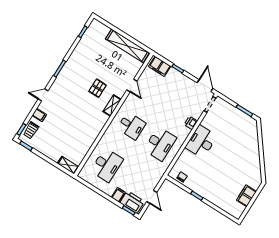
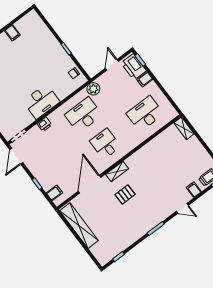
filing cabinet: (160, 66) -> (54, 193), width x0.50
door: (132, 85) -> (90, 184), width x1.87
plant: (160, 170) -> (93, 89), added
filing cabinet: (246, 196) -> (12, 33), width x0.50

